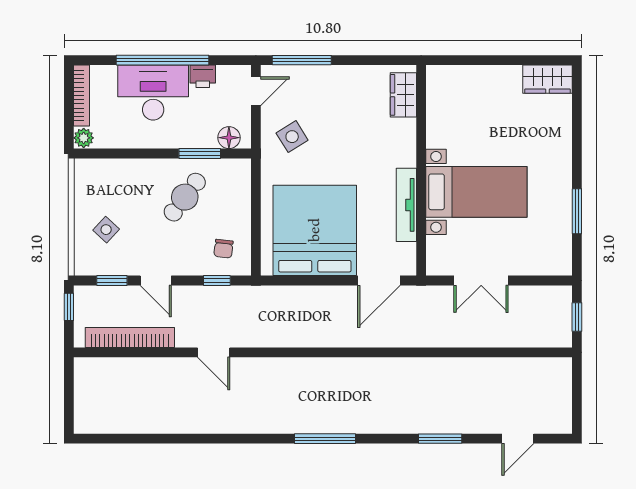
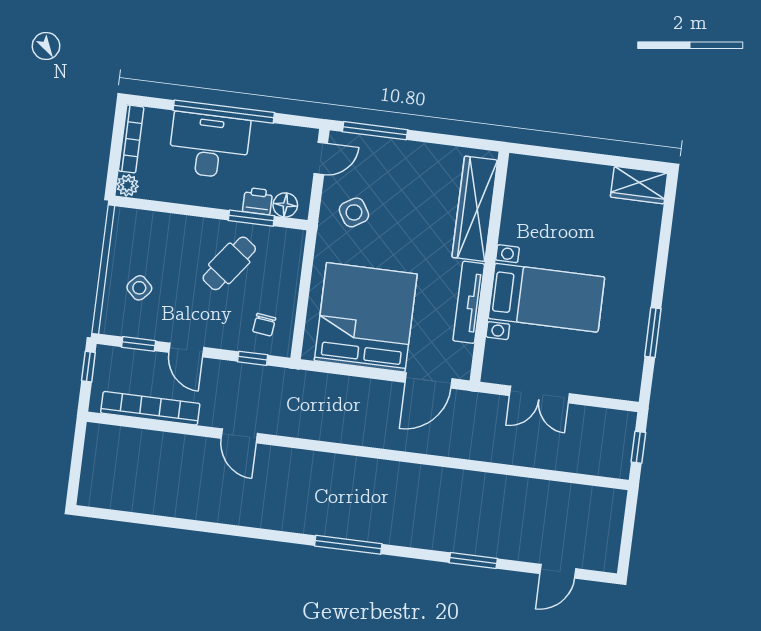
printer: (203, 76) -> (258, 201), moved, turned 180
wardrobe: (403, 95) -> (475, 209), width x2.10, depth x1.17

